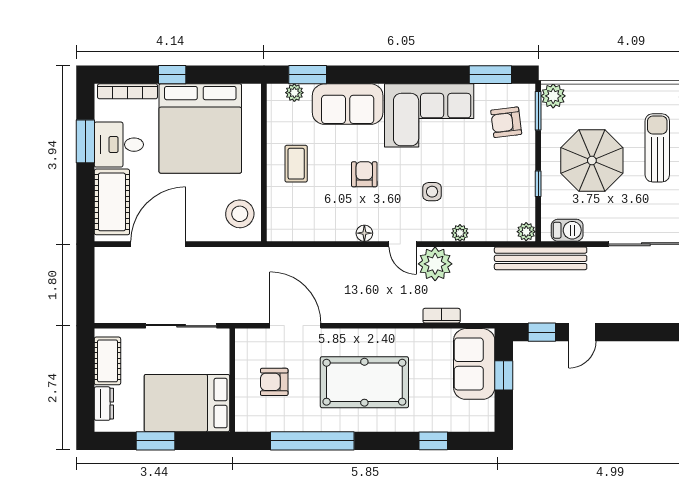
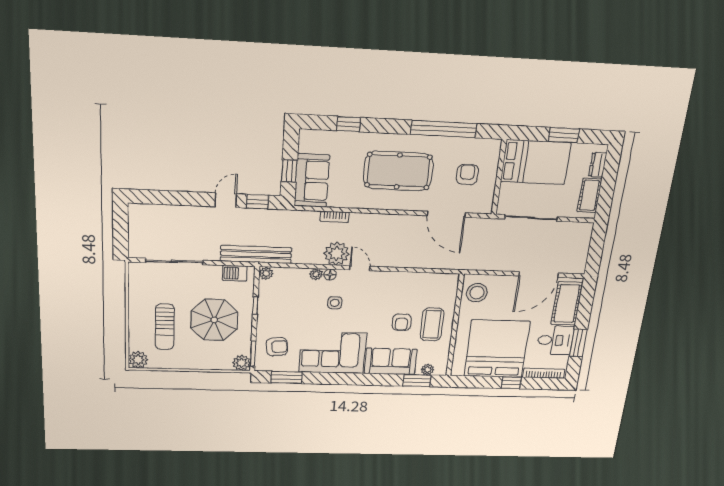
coffee table: (296, 164) -> (432, 324), width x1.36, depth x1.30
armchair: (364, 174) -> (402, 322), moved
floor lamp: (364, 233) -> (330, 275), moved
armchair: (274, 382) -> (467, 174), turned -90

